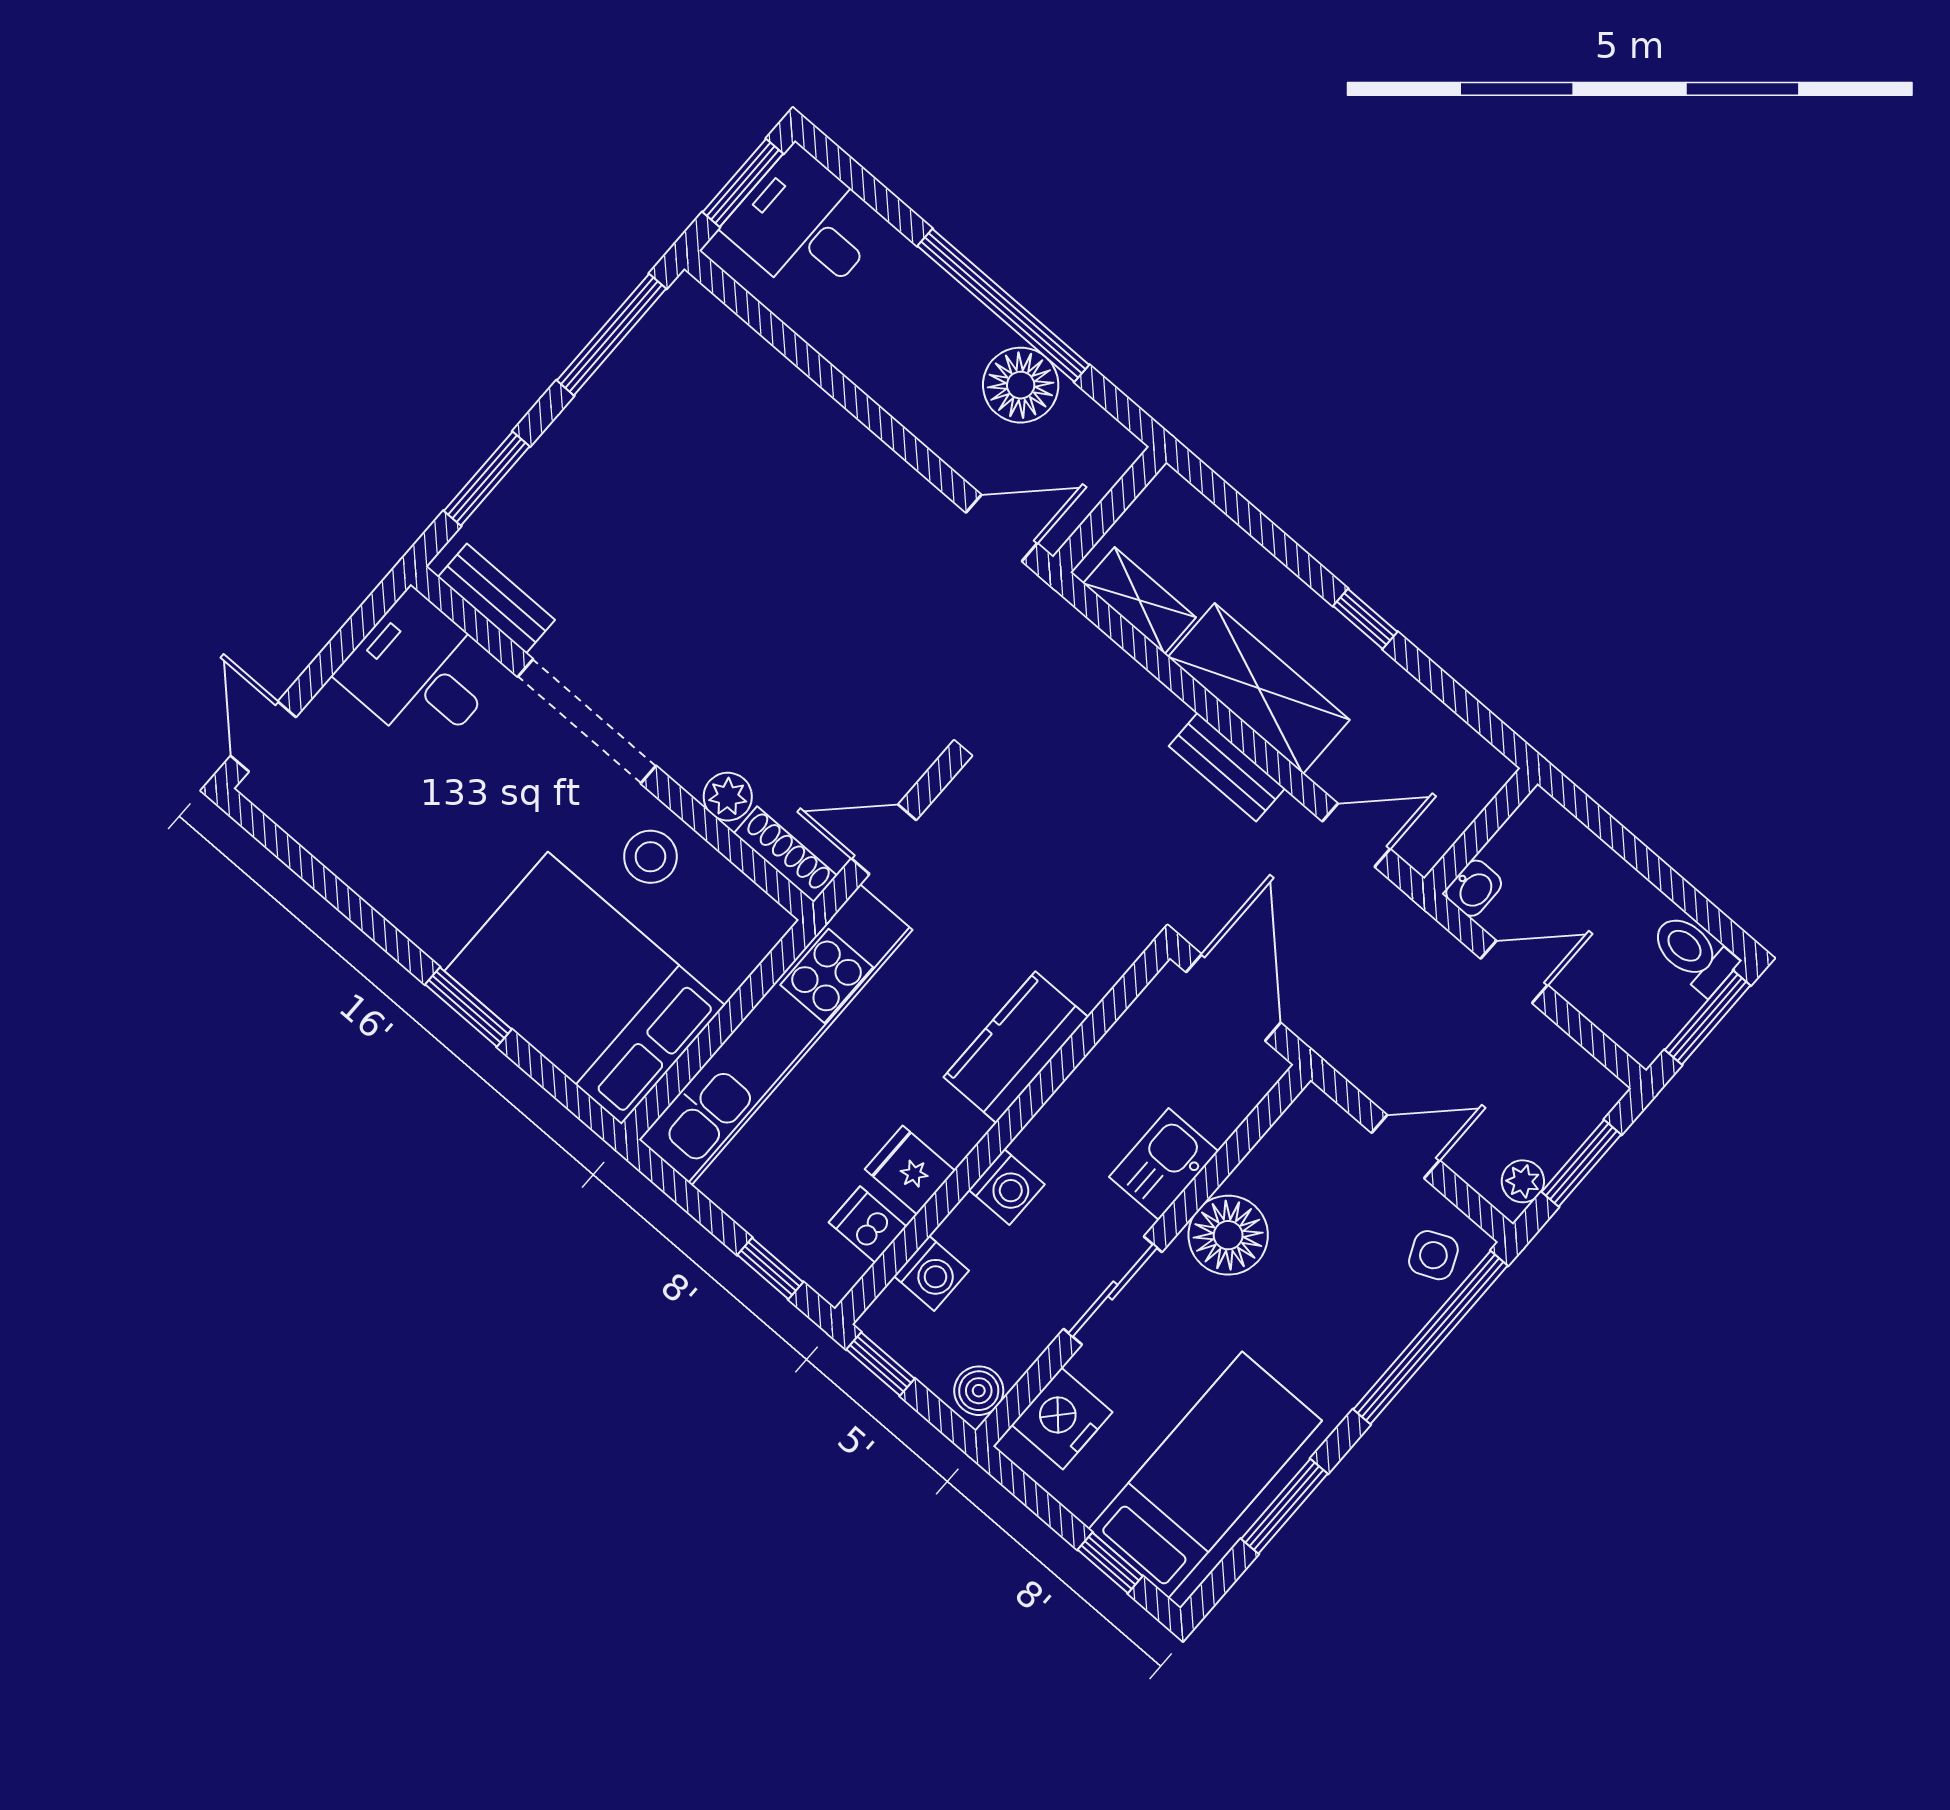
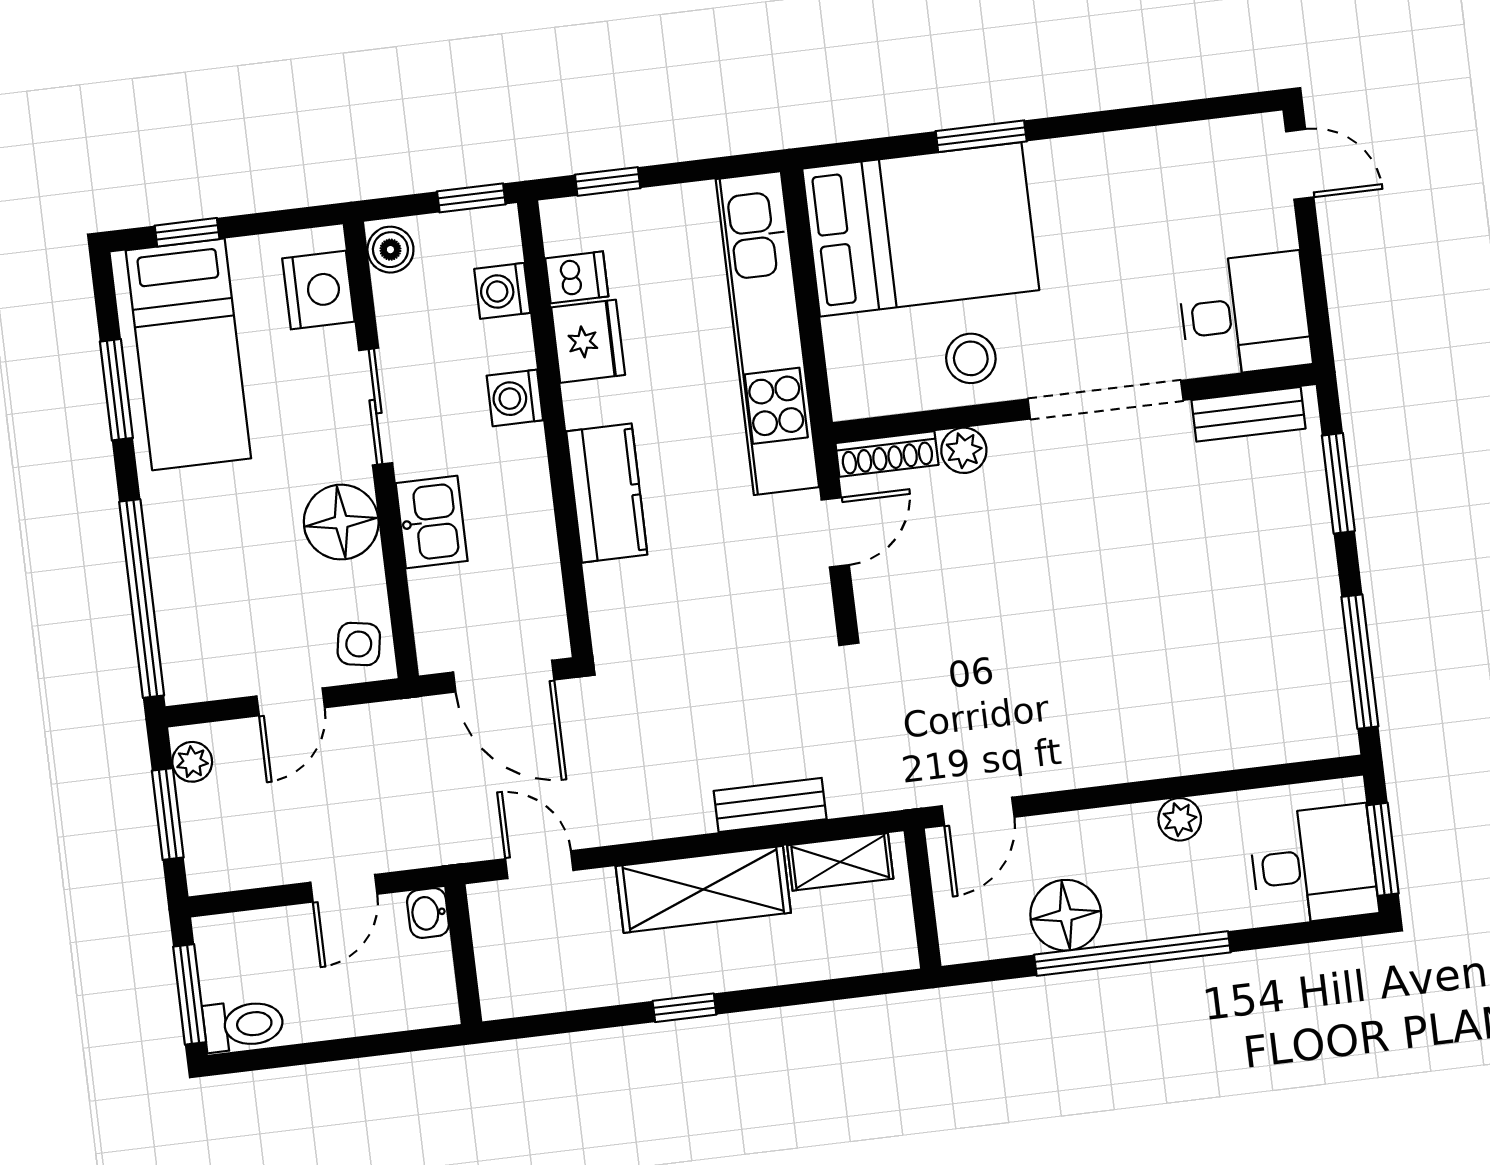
plant: (864, 364) -> (1180, 819), added
bench: (1227, 767) -> (770, 805), moved
door: (1356, 835) -> (539, 865), swing flipped
fridge: (910, 1170) -> (588, 341), width x1.38
side table: (1433, 1255) -> (359, 644), moved, turned 34

